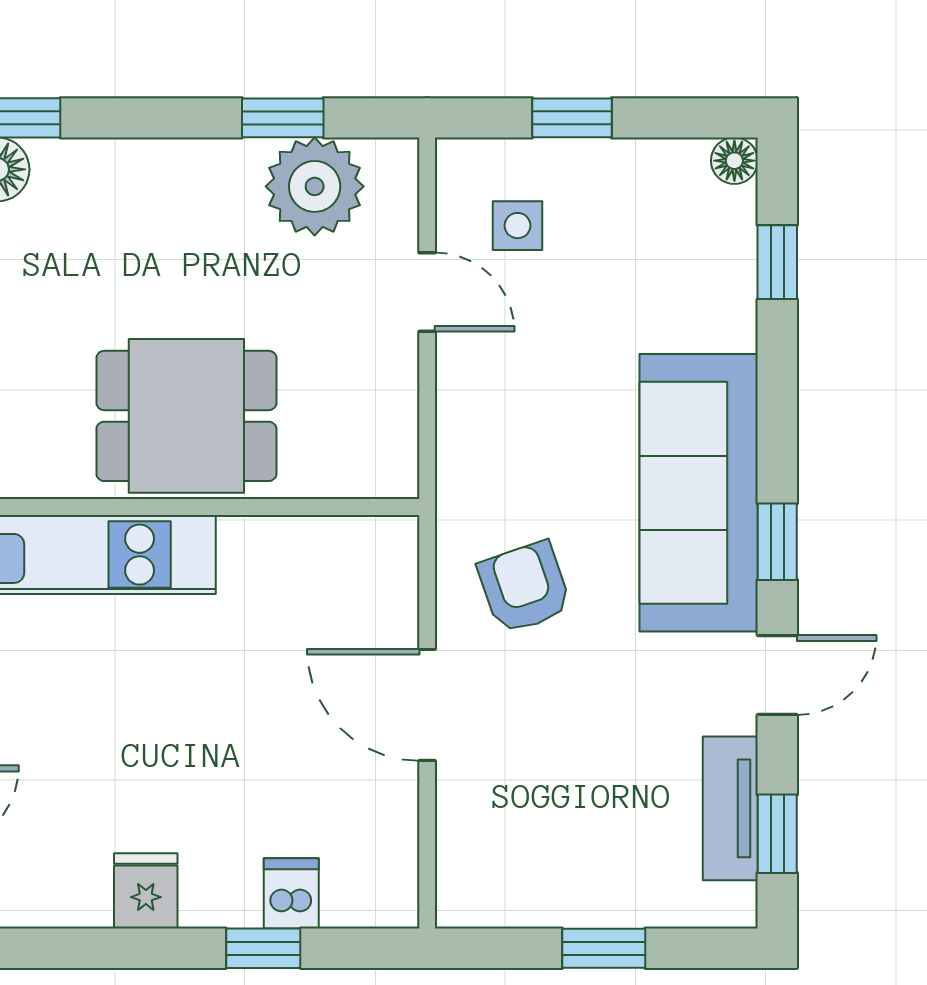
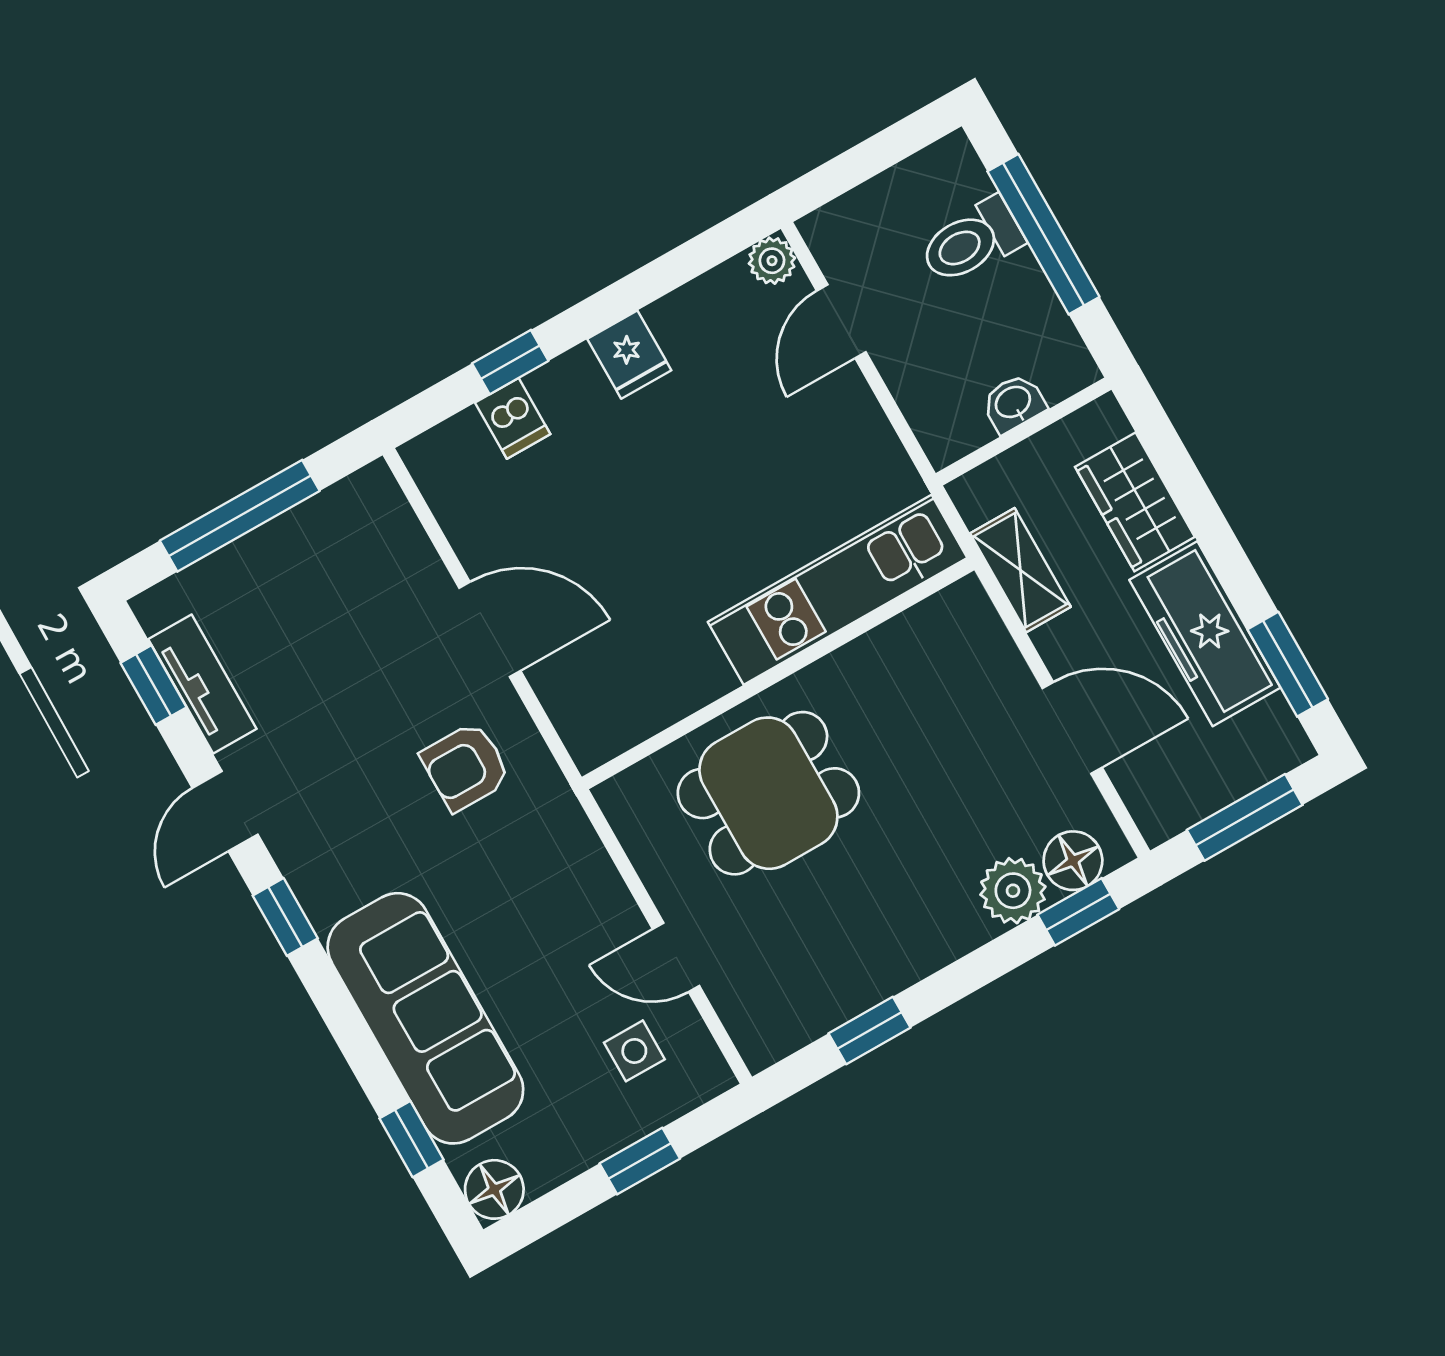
floor lamp: (734, 161) -> (494, 1189), width x1.37, depth x1.37
plant: (315, 186) -> (1013, 891), moved, width x0.73, depth x0.73
dining table: (186, 416) -> (768, 793), moved
sofa: (699, 493) -> (425, 1018), moved
armchair: (524, 587) -> (466, 767), turned 109
window: (604, 948) -> (240, 516), width x2.17

